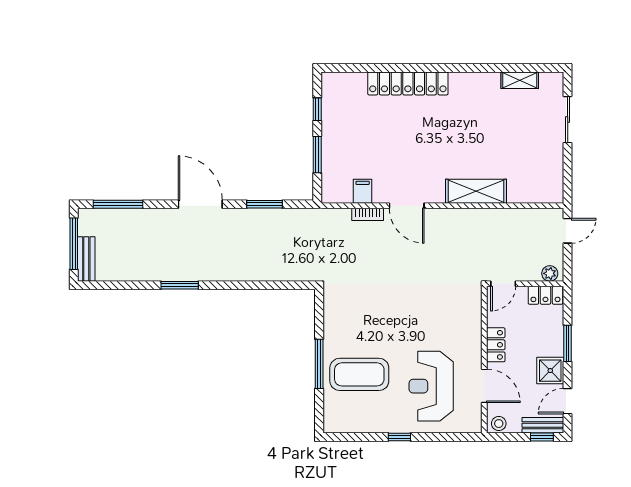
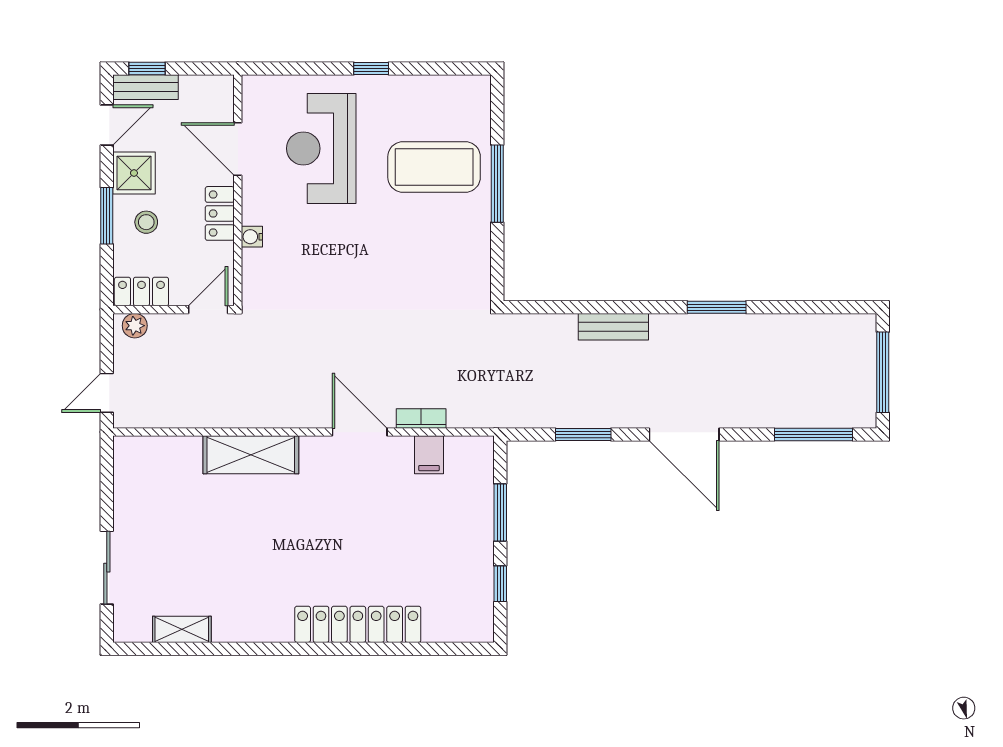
bench: (86, 259) -> (613, 327), moved, turned 90
water cooler: (475, 330) -> (252, 237), added
reception desk: (431, 386) -> (321, 148), turned 180
stool: (499, 424) -> (146, 222), moved

